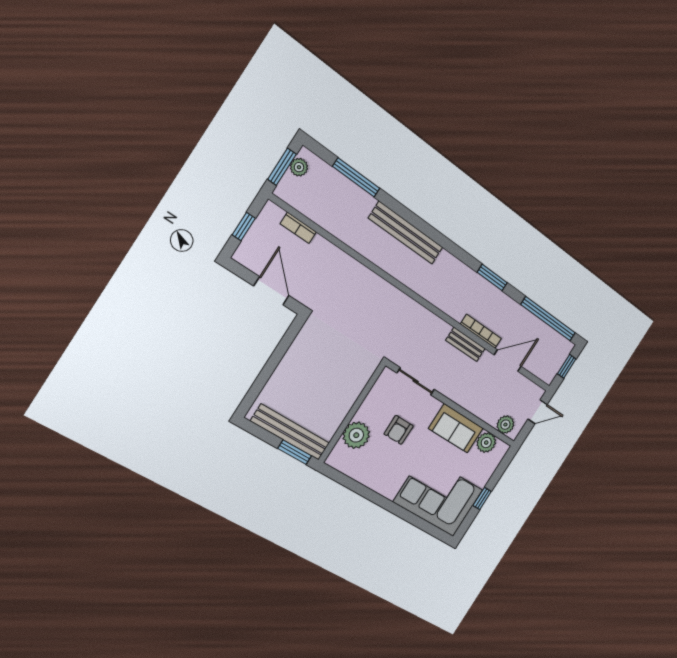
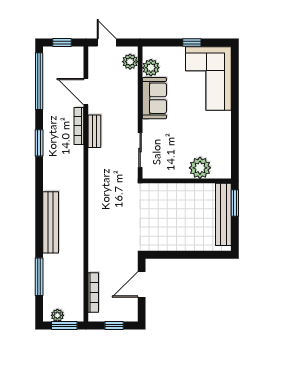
bookcase: (298, 228) -> (93, 292), width x1.56
armchair: (399, 430) -> (179, 140), removed

